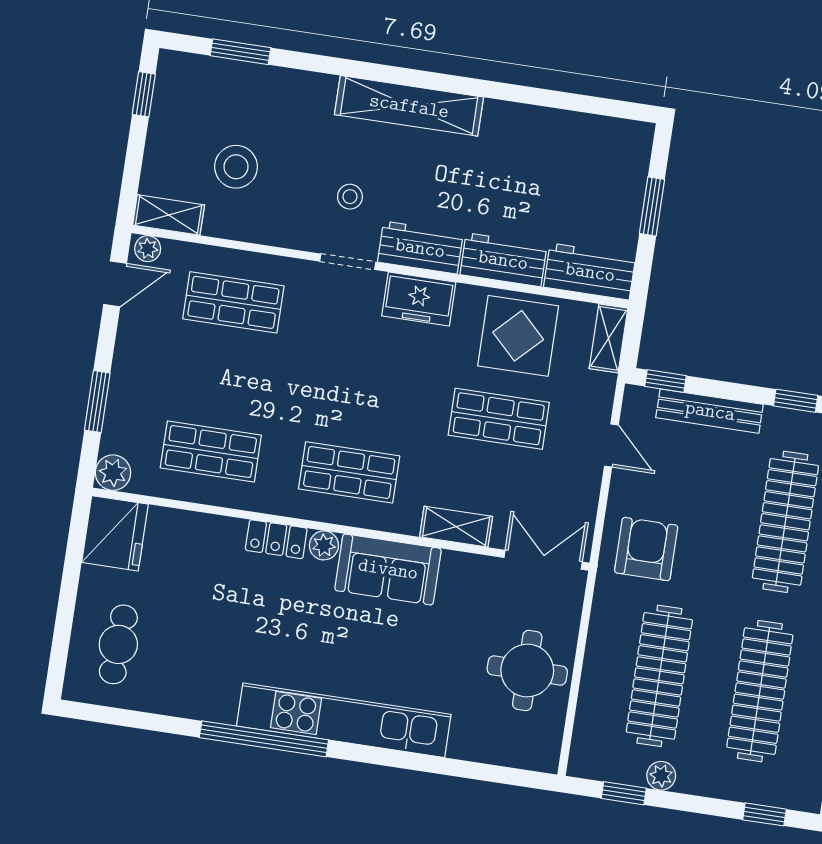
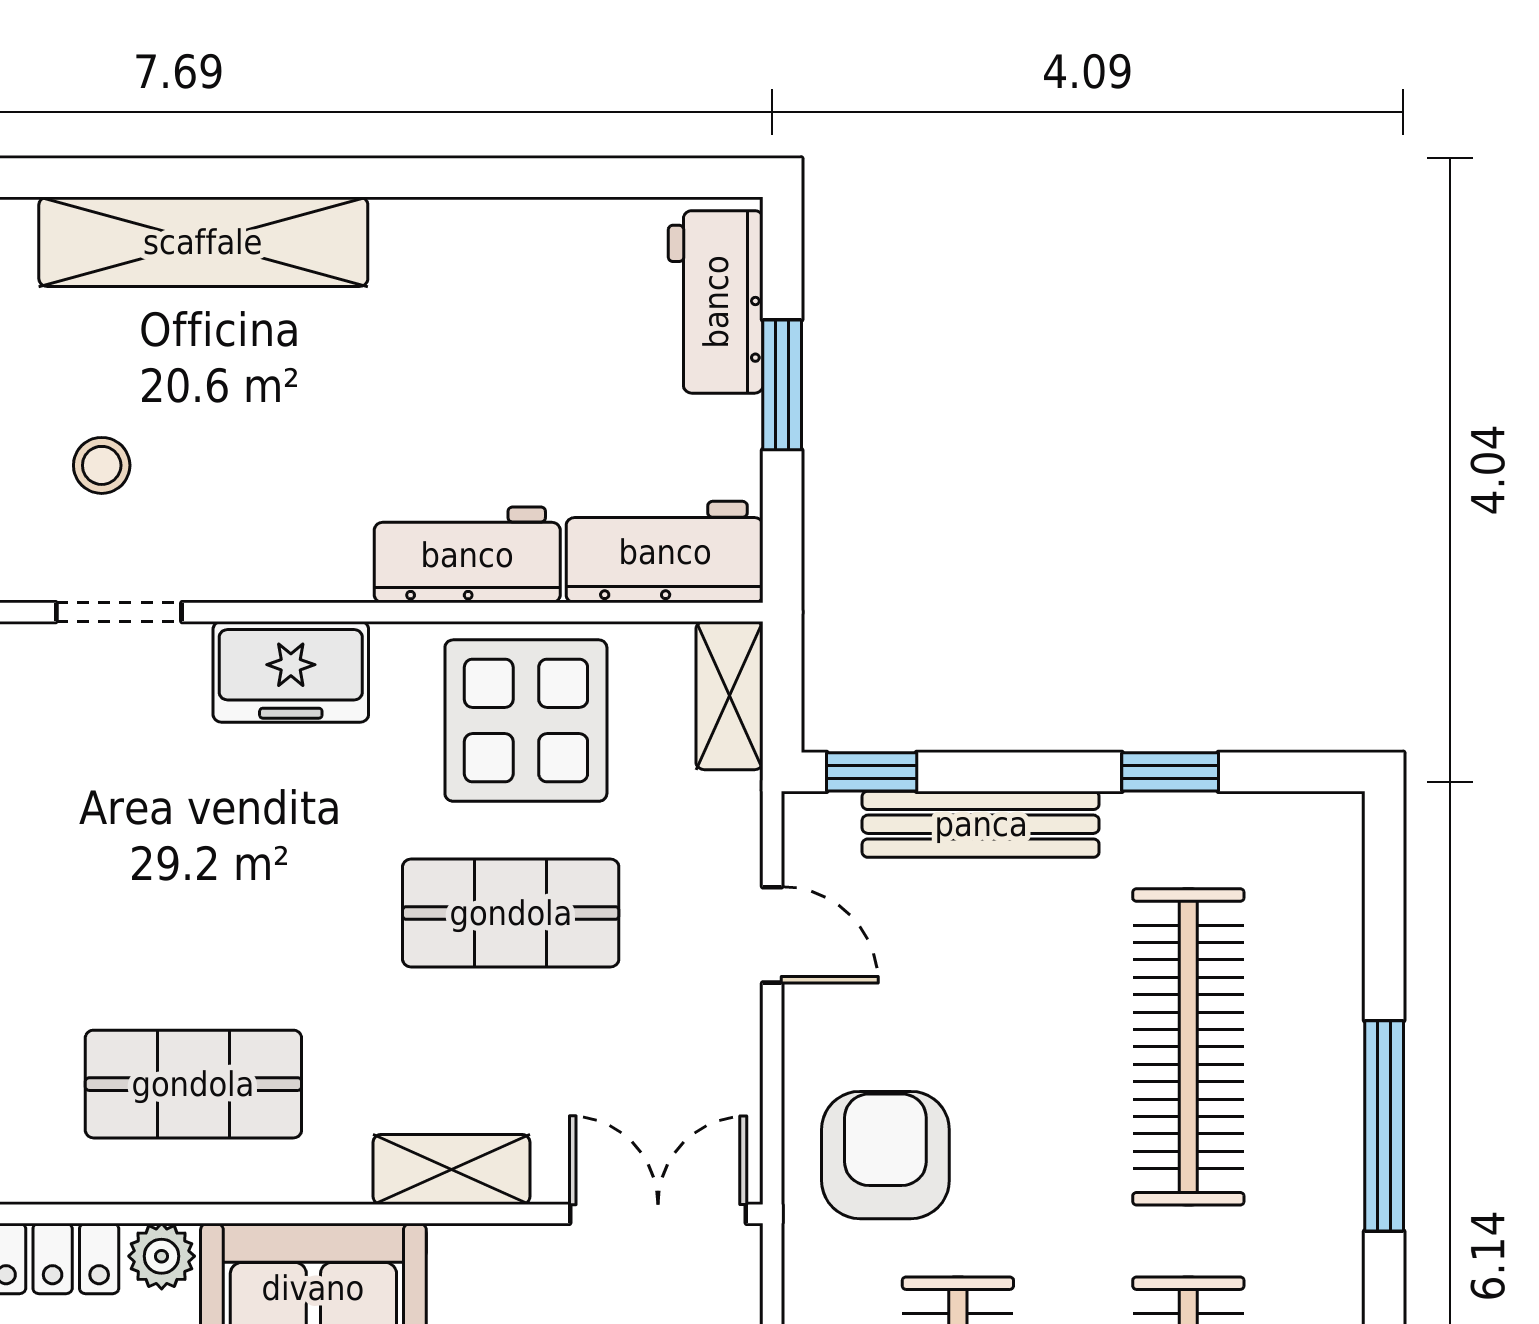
workbench: (420, 248) -> (716, 302), moved, turned -90

